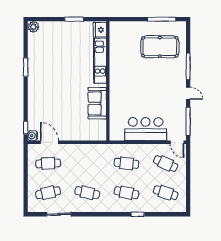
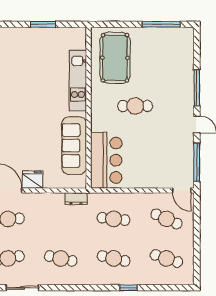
fridge: (100, 30) -> (32, 180), moved, turned 90
pool table: (160, 47) -> (115, 58), moved, turned 90
cafe table: (142, 80) -> (135, 106), added
sofa: (97, 103) -> (74, 146), width x1.36
bar counter: (146, 129) -> (106, 160), moved, turned 90
dresser: (99, 148) -> (76, 199), added

